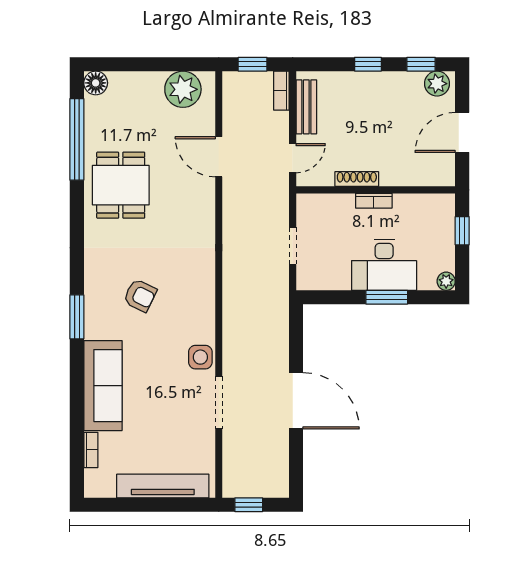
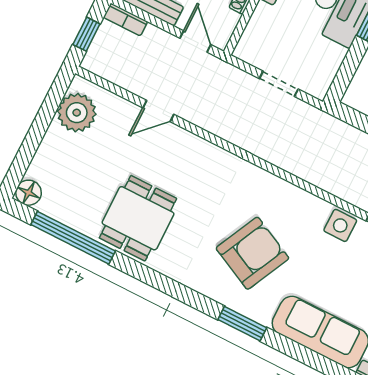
door: (219, 157) -> (158, 111), width x0.73
dining table: (121, 185) -> (138, 218), turned 90
armchair: (140, 295) -> (252, 253), width x1.88, depth x1.88

